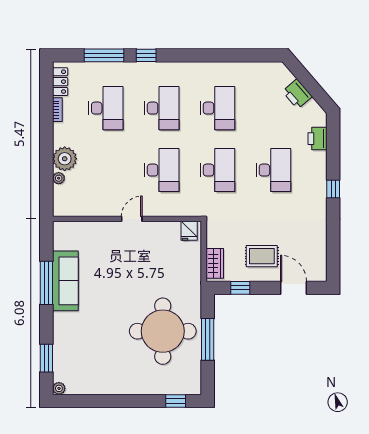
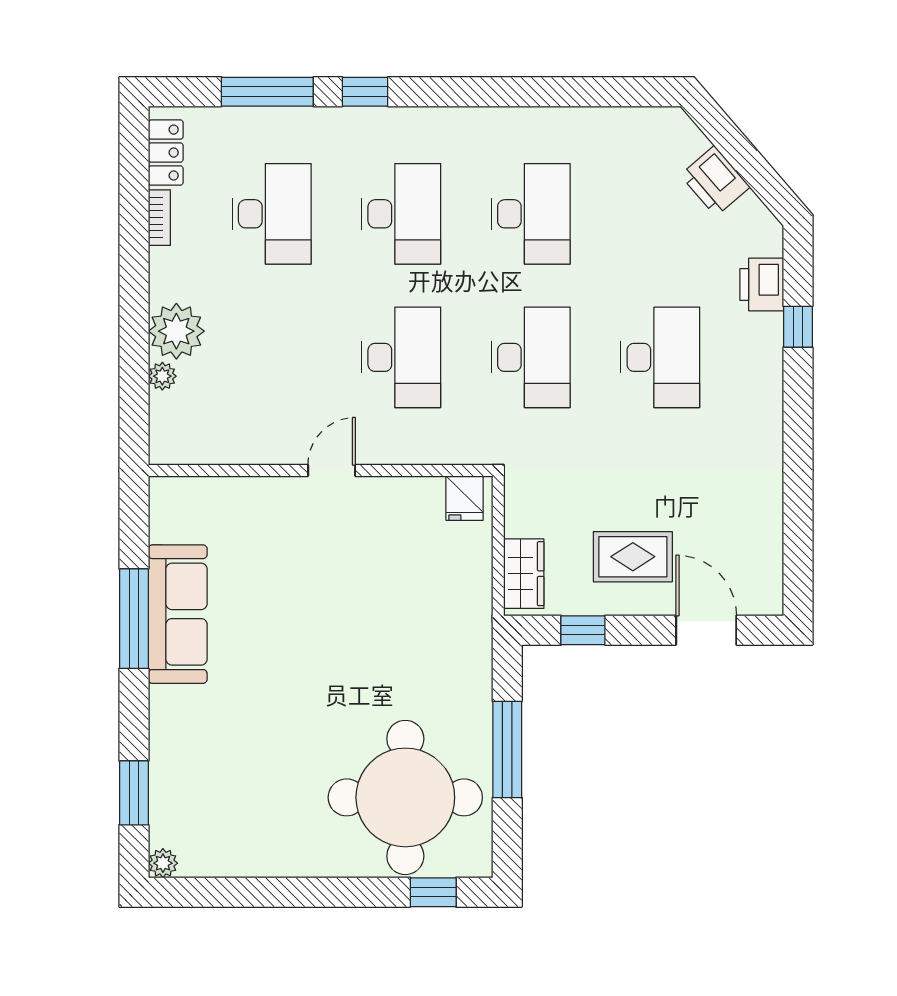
window: (333, 189) -> (798, 327), moved
round table: (163, 331) -> (405, 797), moved

